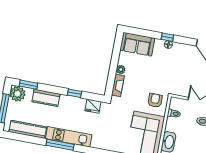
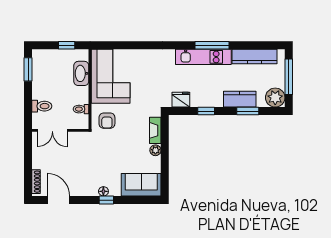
window: (28, 85) -> (248, 111), moved

